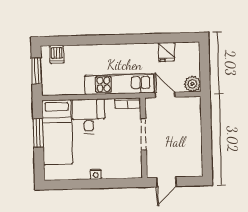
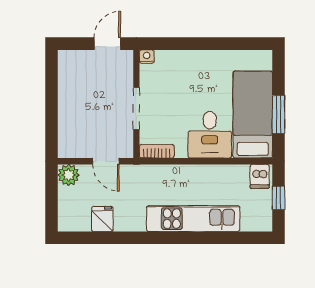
dishwasher: (57, 54) -> (260, 176), moved, turned 180
window: (37, 71) -> (278, 198), width x0.67
kitchen unit: (119, 84) -> (193, 219), moved, turned 180
nightstand: (96, 174) -> (147, 57), moved

